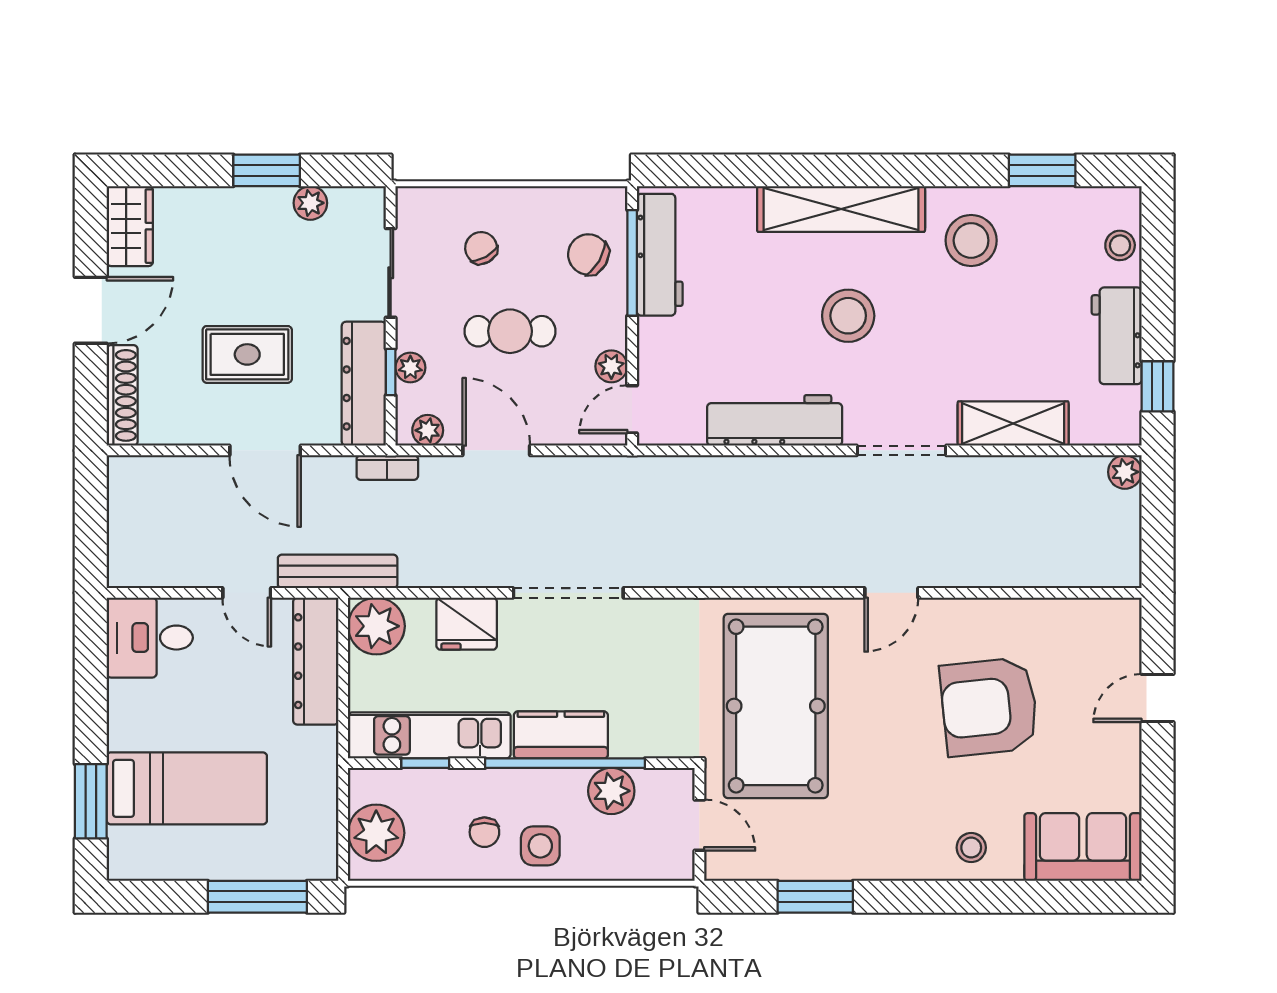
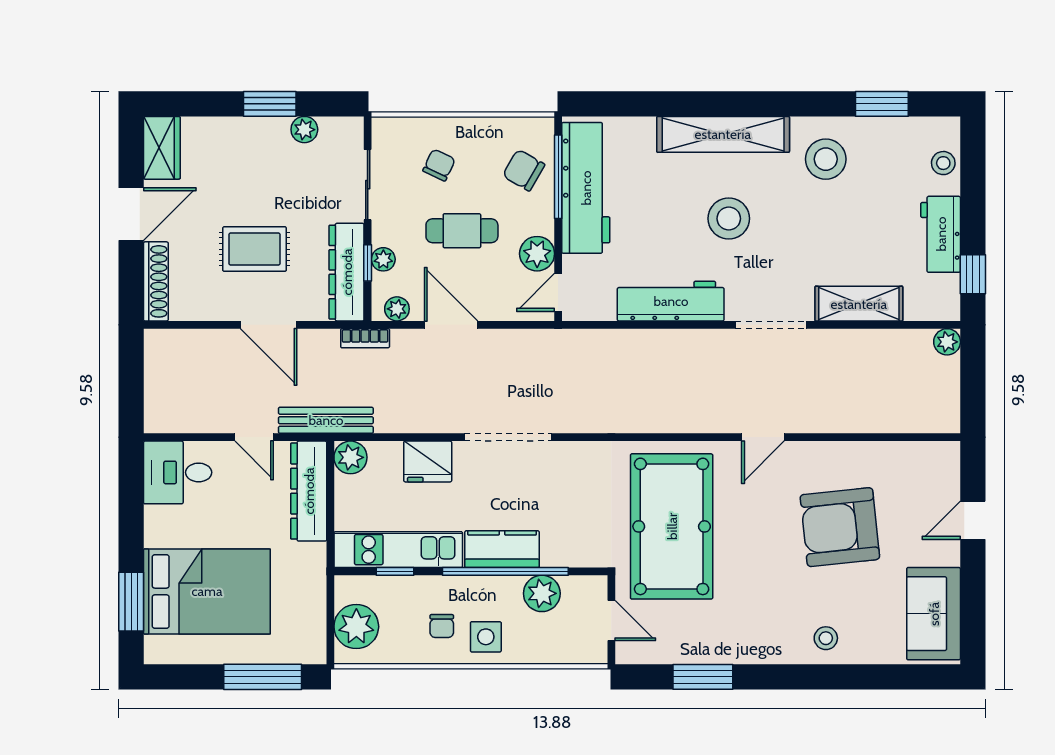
chair: (481, 248) -> (439, 165), turned 55
workbench: (660, 255) -> (586, 188), width x1.36, depth x1.32
plant: (611, 366) -> (537, 254), width x1.38, depth x1.38
plant: (376, 626) -> (350, 457), width x0.73, depth x0.73
bed: (187, 788) -> (207, 591), width x1.50
sofa: (1083, 847) -> (934, 614), moved, turned -90

